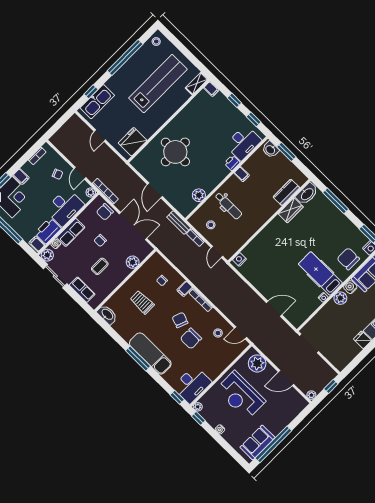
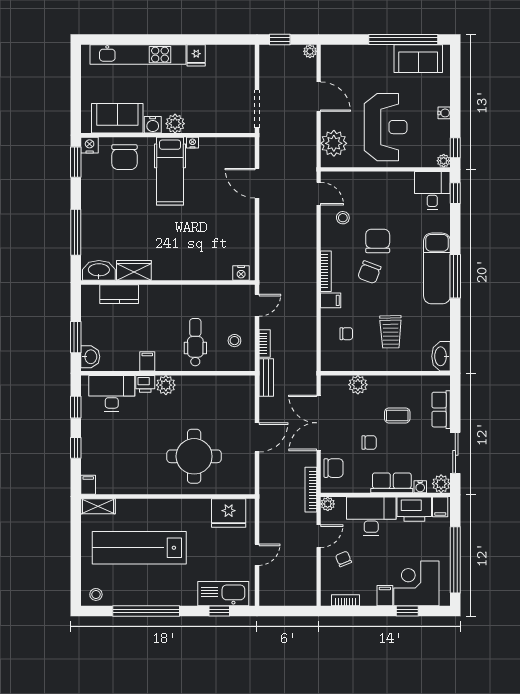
plant: (199, 195) -> (166, 385), moved
chair: (191, 338) -> (378, 241), turned -90
desk: (192, 385) -> (432, 191), width x0.73

